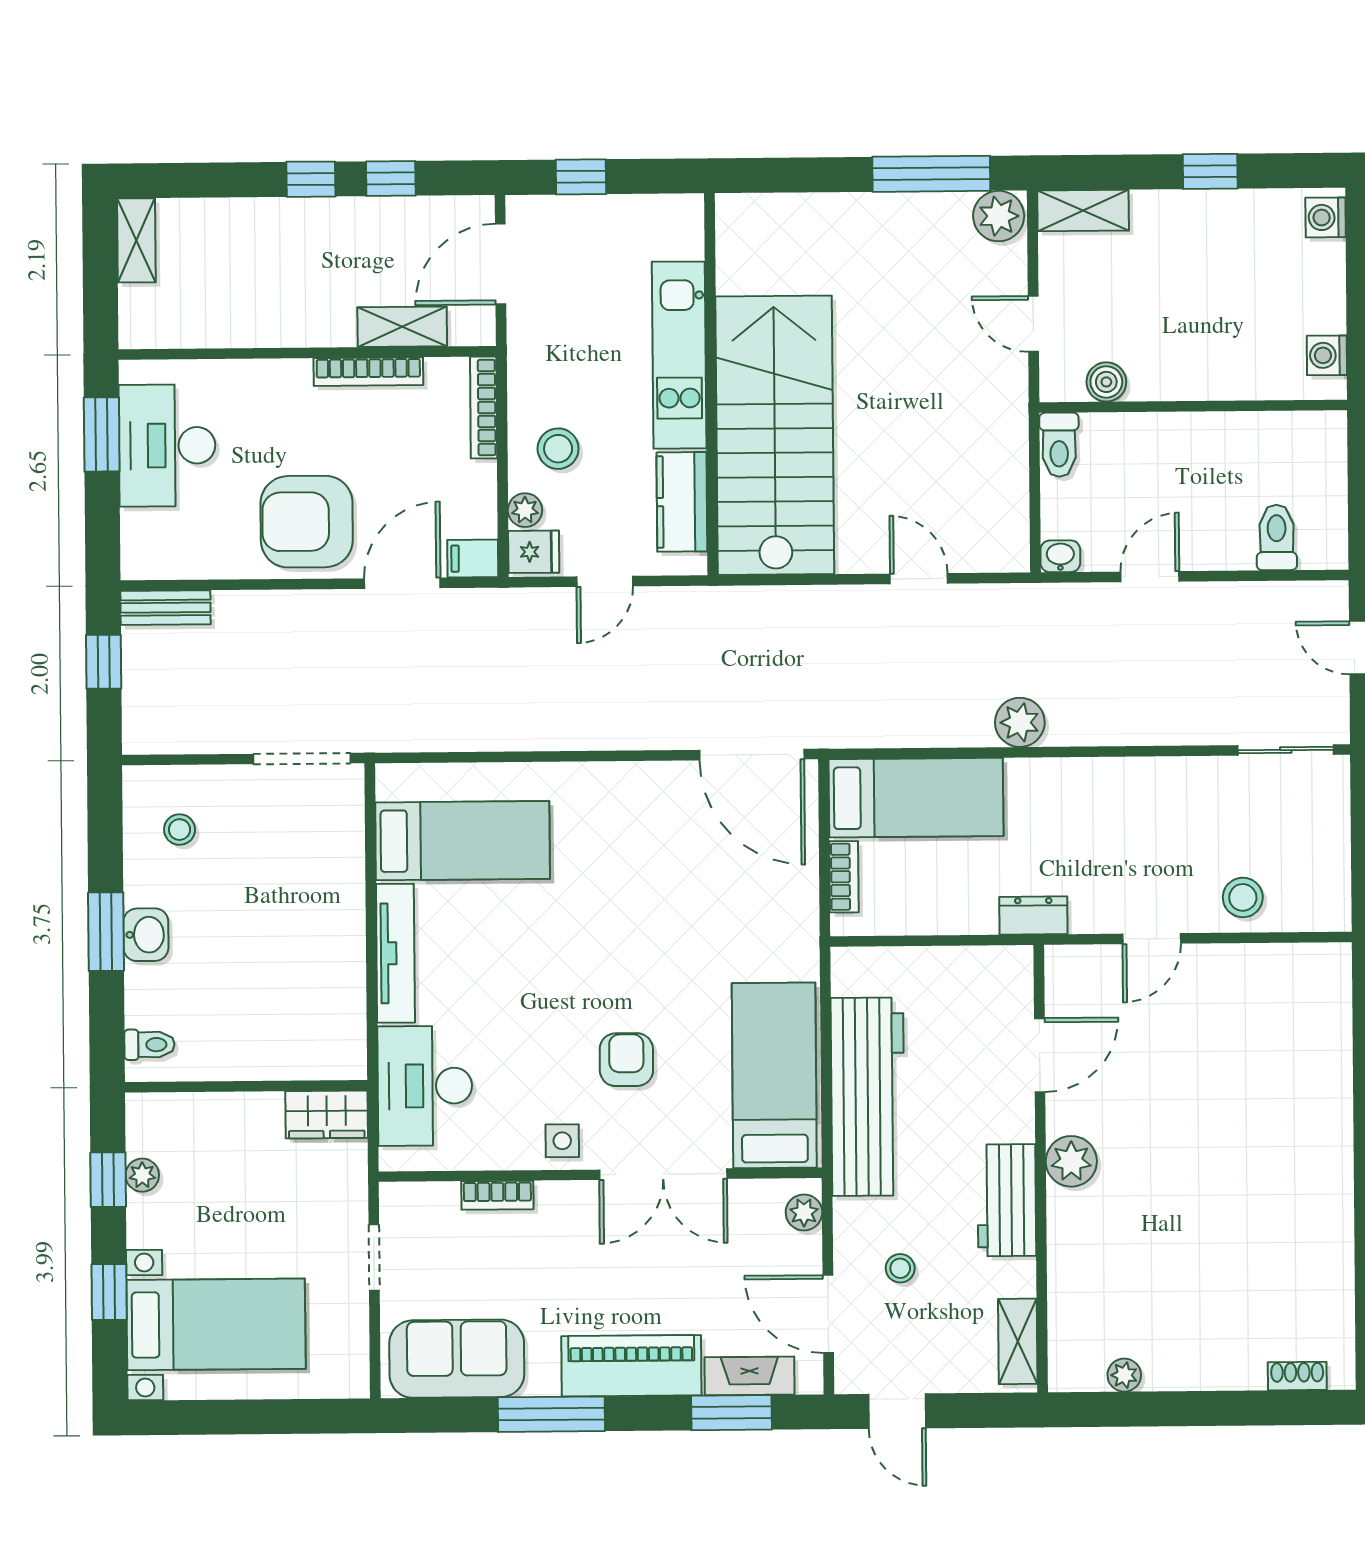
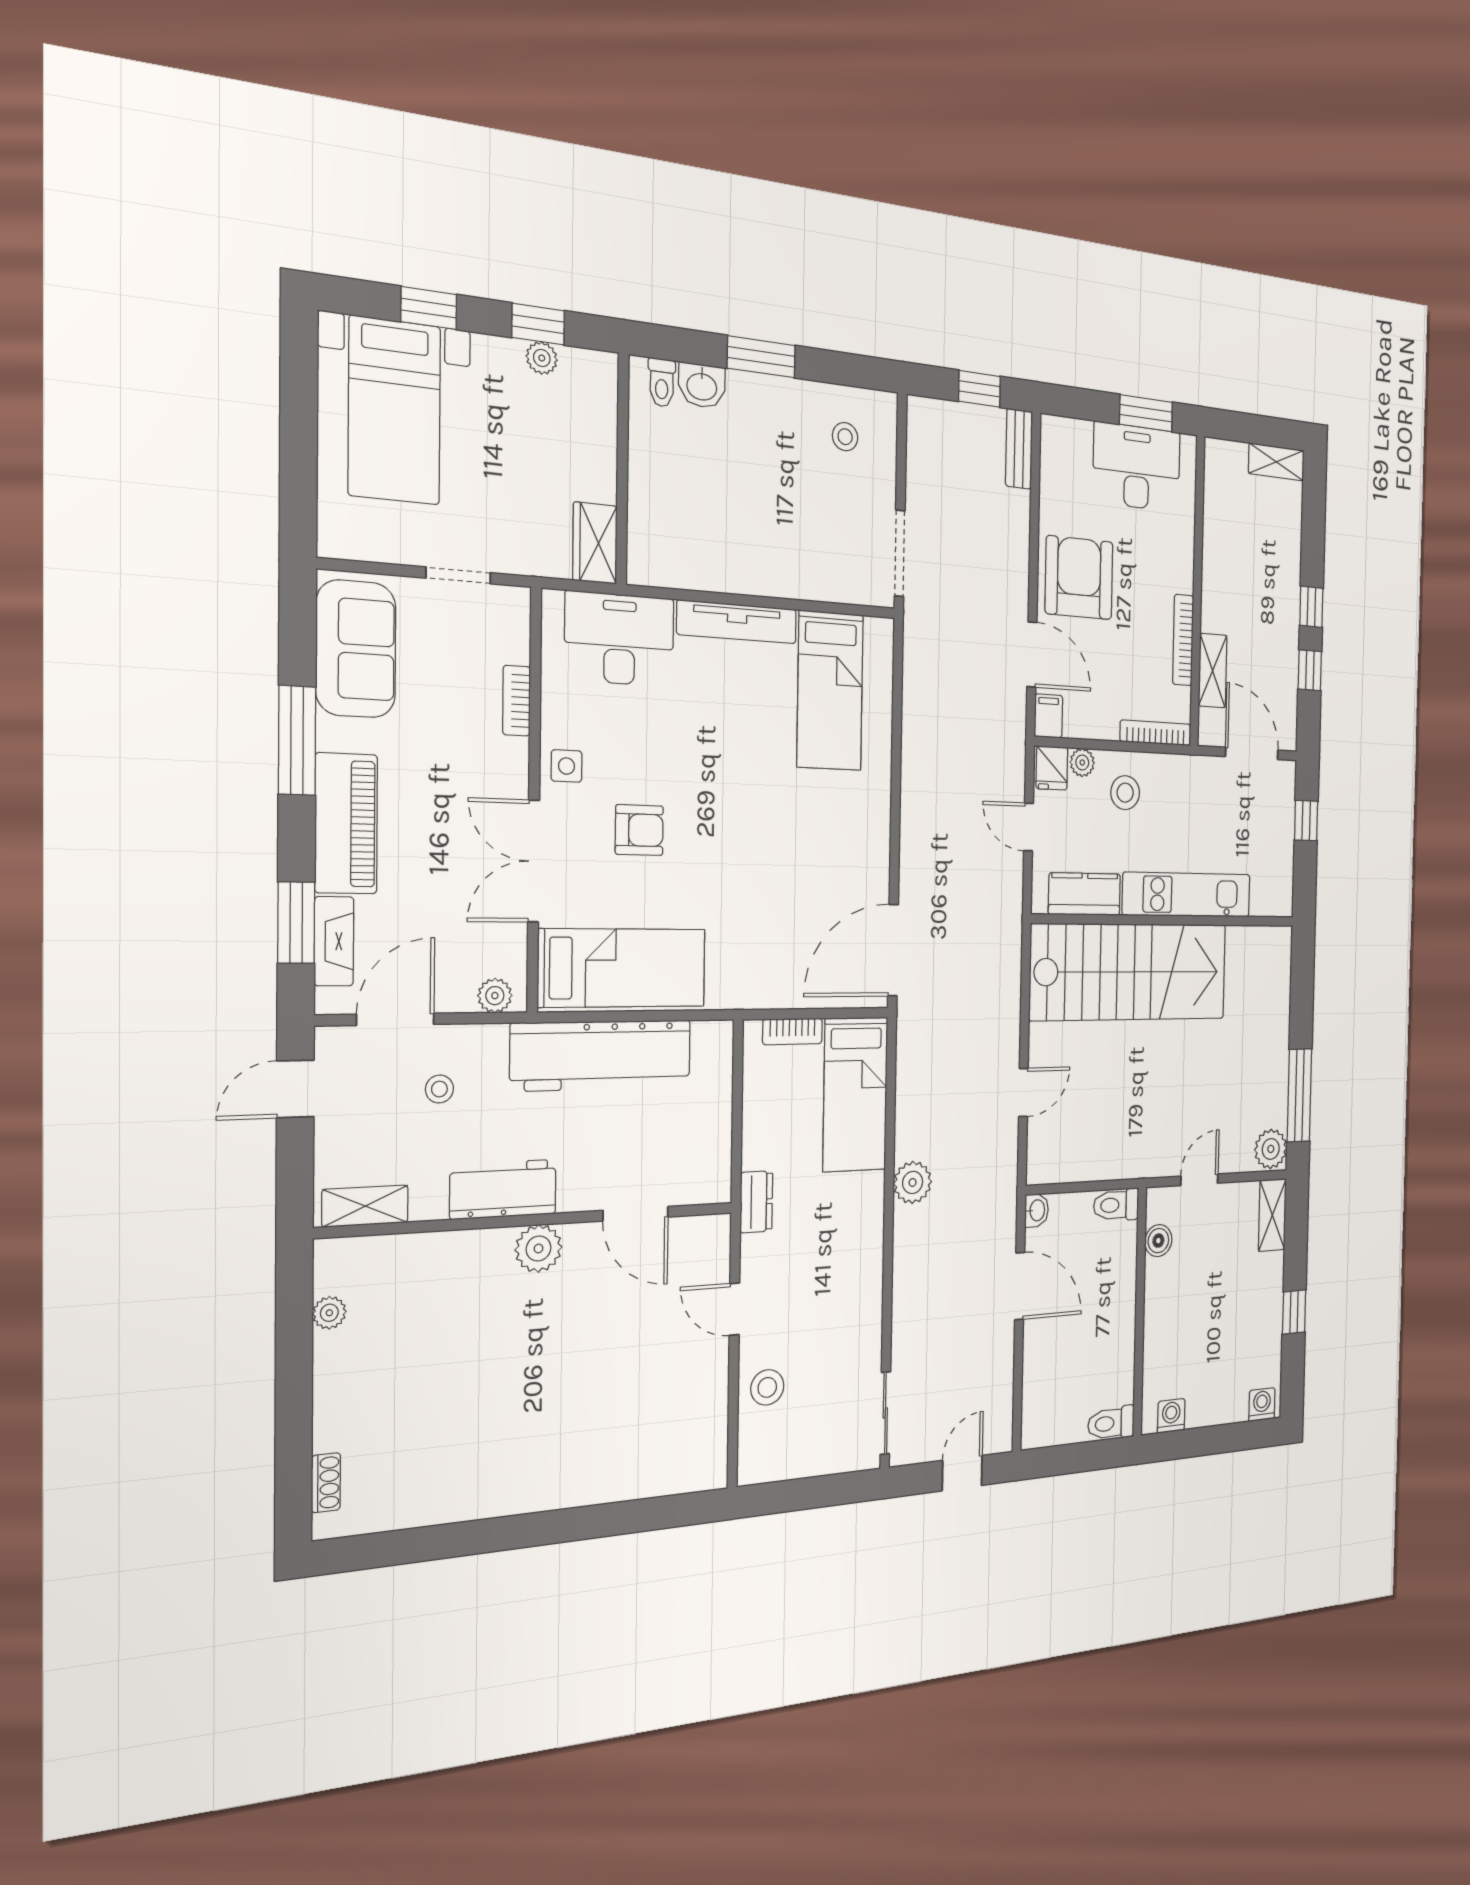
toilet: (1277, 537) -> (1111, 1423), moved, turned 180
door: (1150, 577) -> (1020, 1286), width x1.38
washbasin: (146, 935) -> (702, 386), moved

